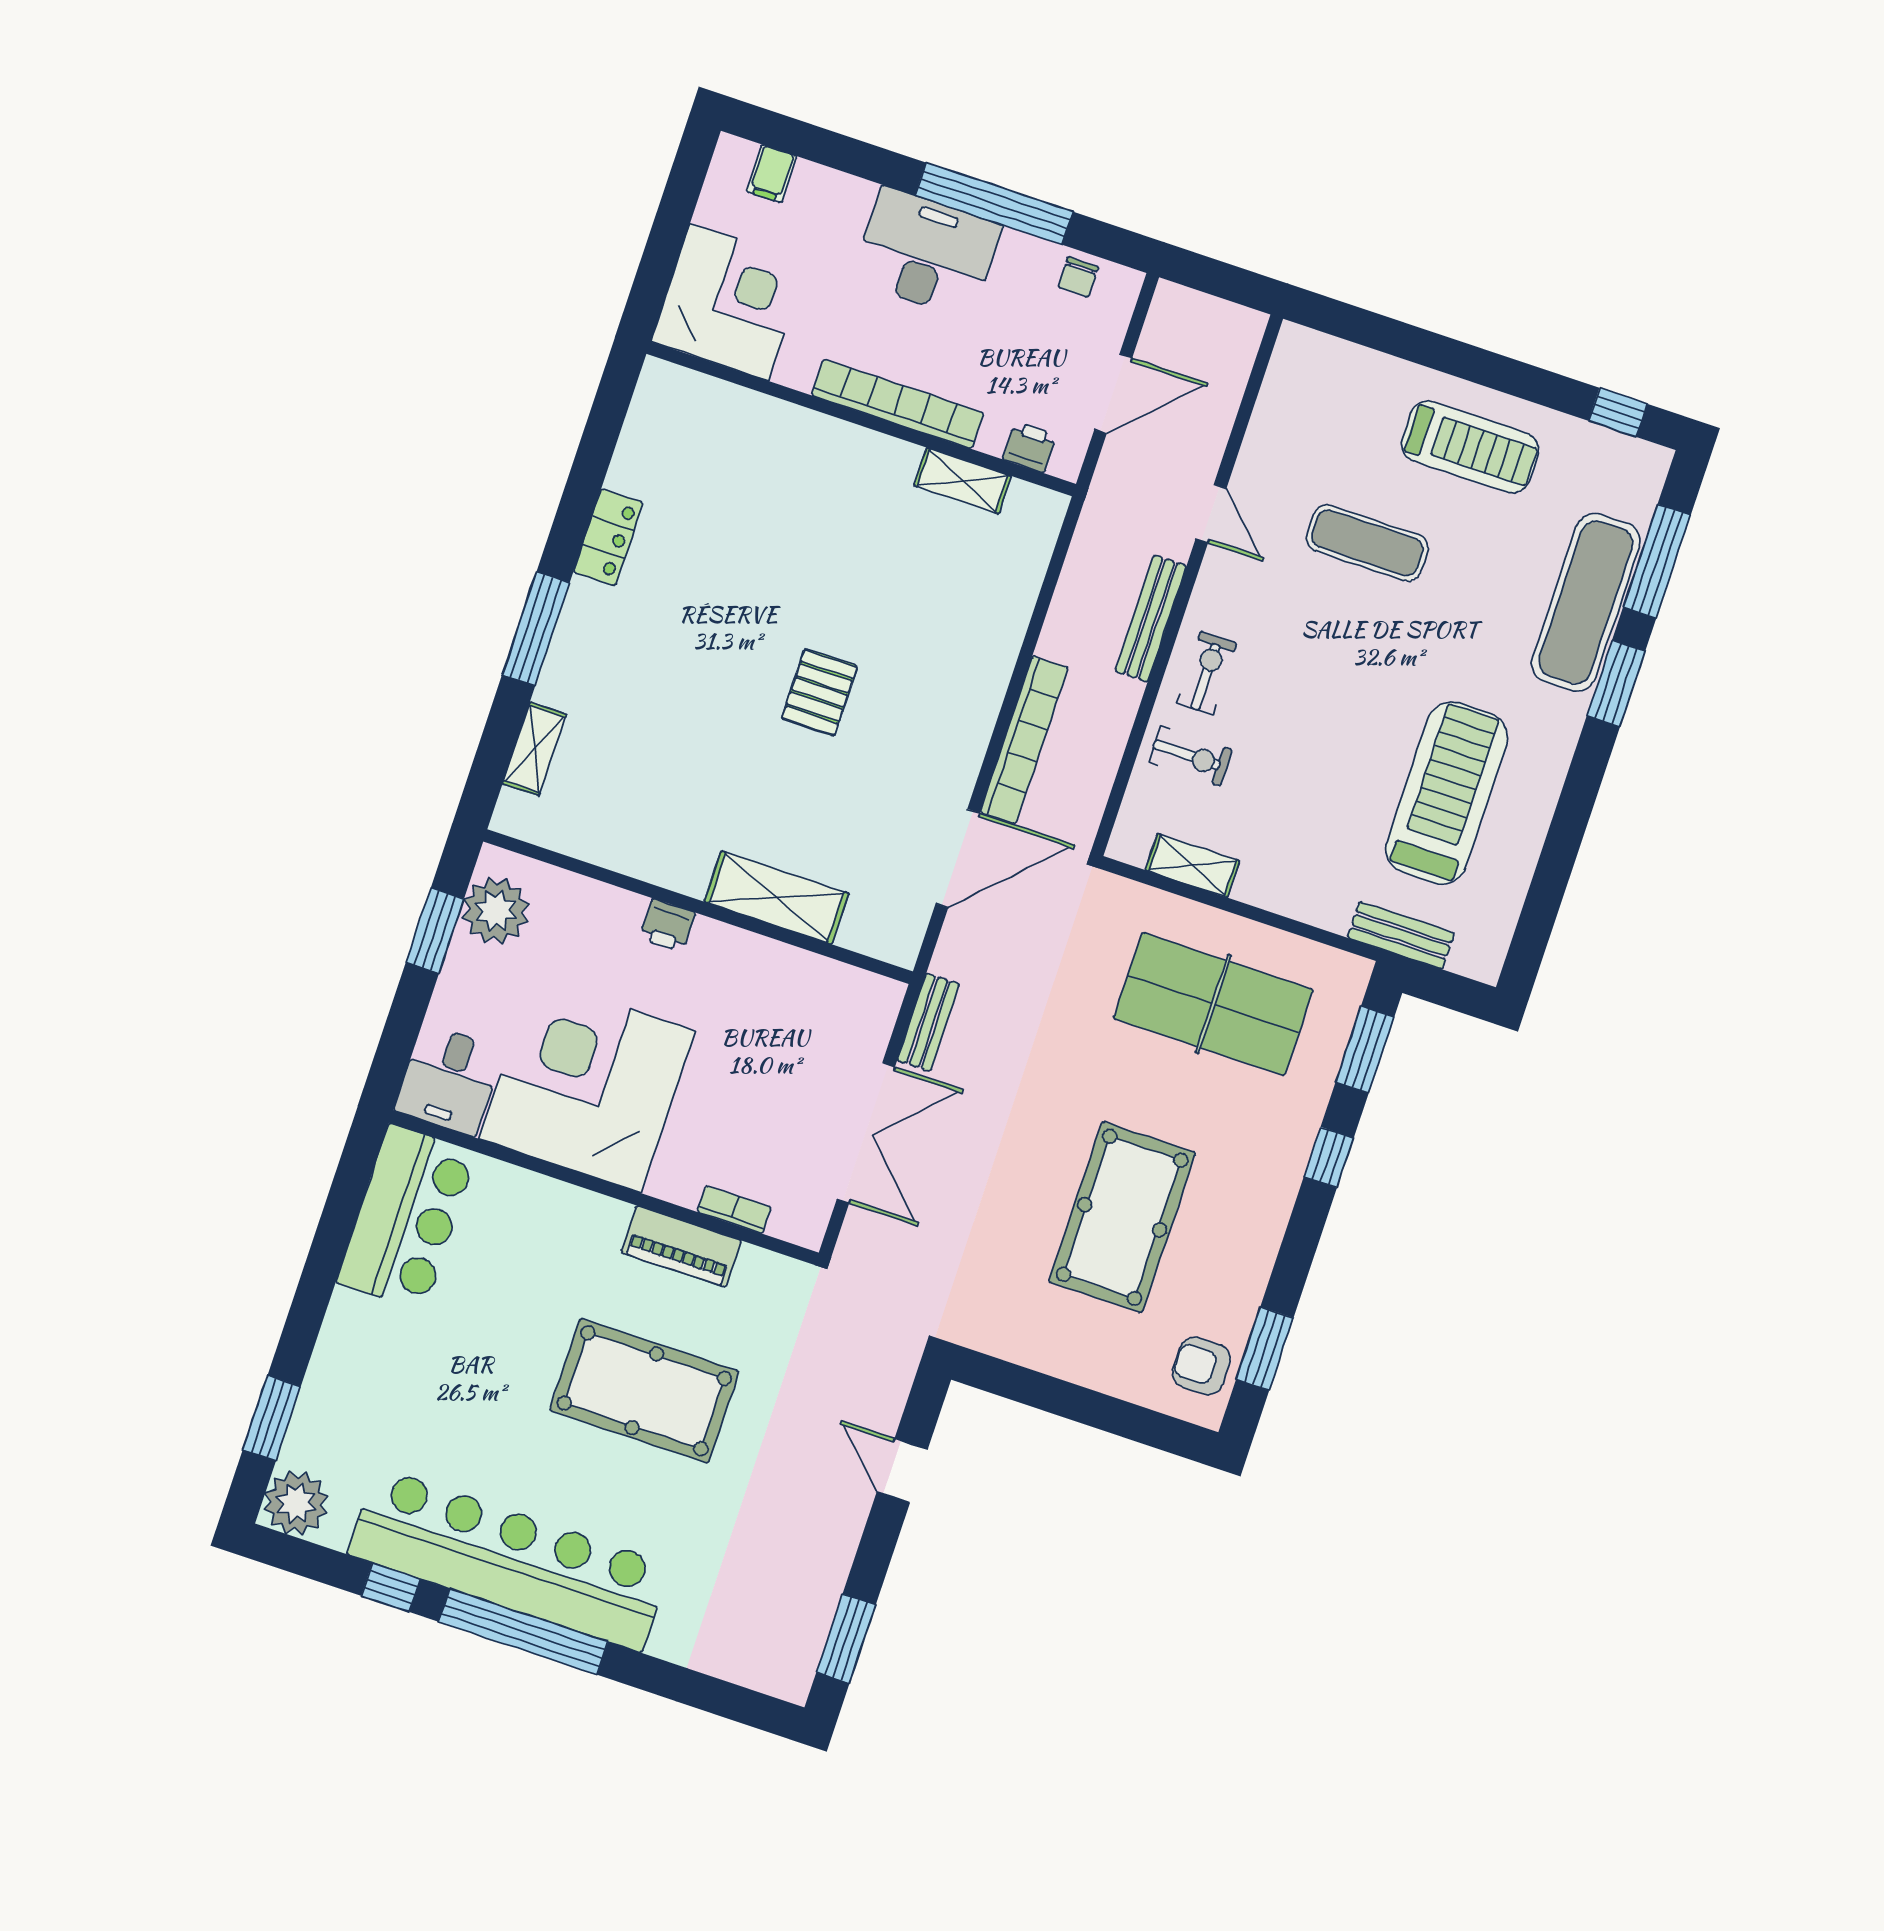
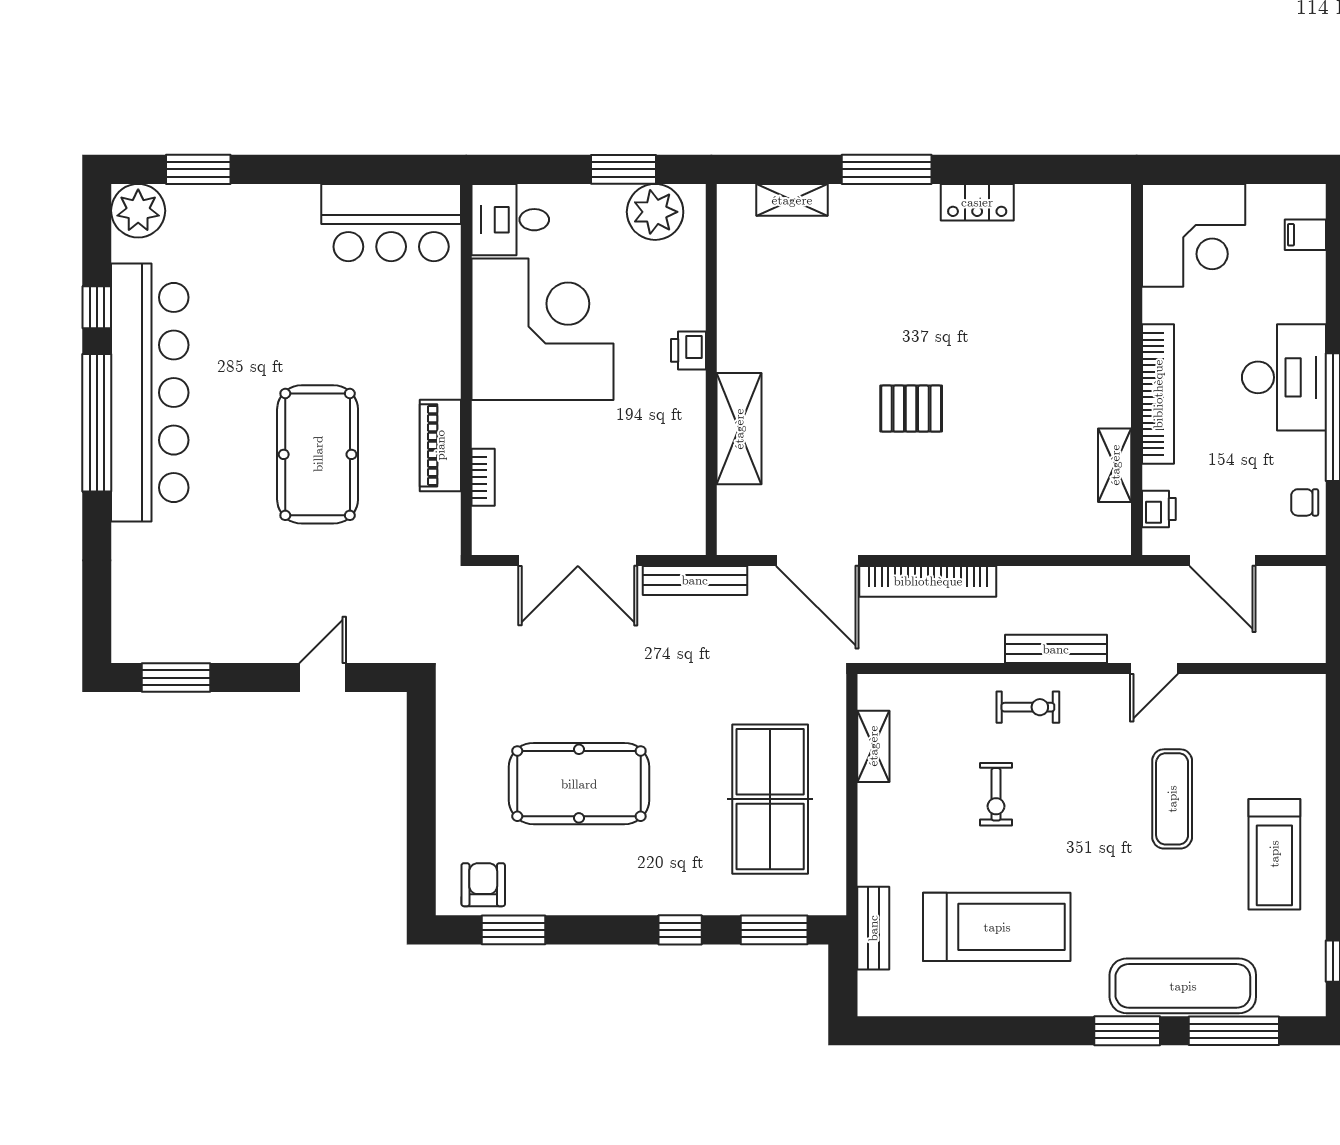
exercise bike: (1190, 756) -> (996, 794), moved
bench: (928, 1022) -> (695, 580), width x1.36

